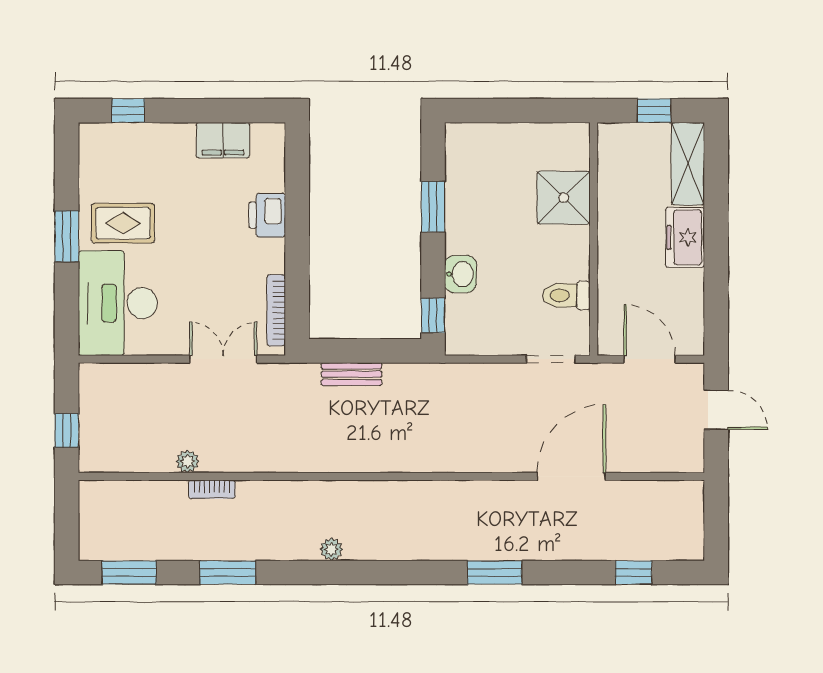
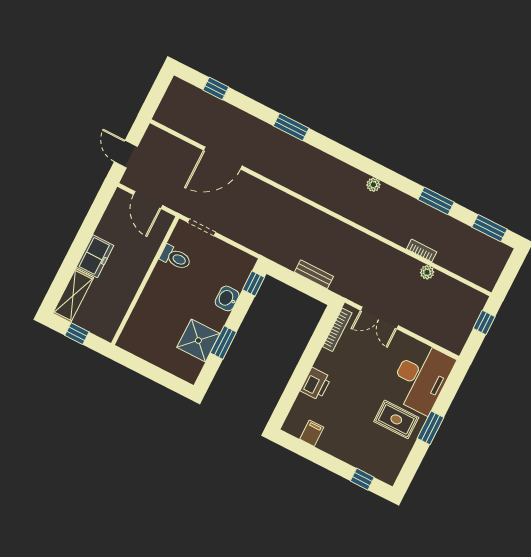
filing cabinet: (223, 140) -> (312, 433), width x0.50
shower: (564, 198) -> (198, 340), moved

